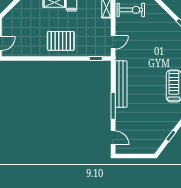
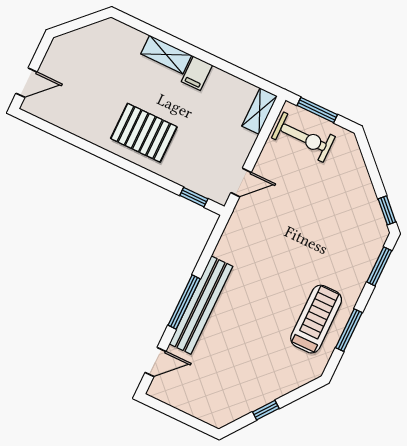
bench: (121, 84) -> (201, 305), moved
door: (113, 138) -> (155, 362), hinge flipped

